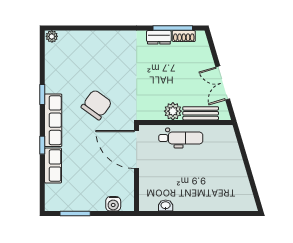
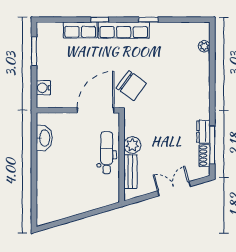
plant: (52, 36) -> (204, 46), moved
double door: (223, 83) -> (174, 189), moved
chair: (96, 105) -> (131, 86), moved
dental chair: (181, 138) -> (107, 153), turned 180
washbasin: (166, 206) -> (44, 138), width x1.91, depth x1.45

